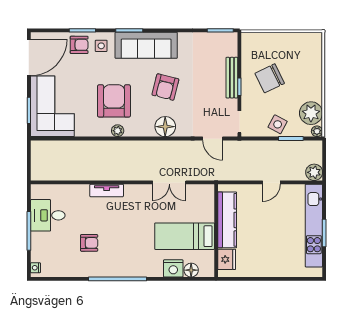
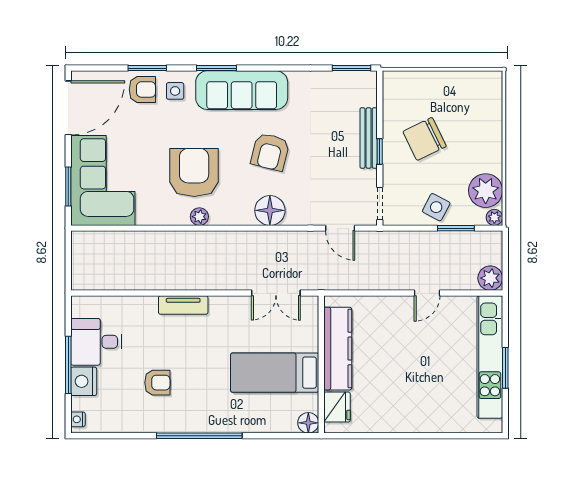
kitchen counter: (227, 220) -> (338, 349), moved
wall: (216, 231) -> (321, 364), moved
bed: (185, 236) -> (275, 373), moved
fridge: (227, 259) -> (337, 407), moved
nightstand: (173, 268) -> (84, 381), moved, turned 90

